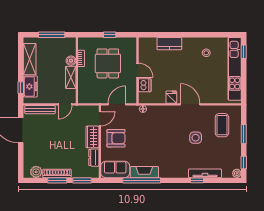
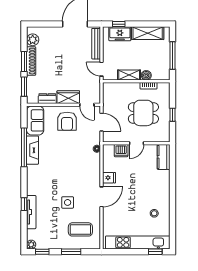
kitchen counter: (169, 44) -> (164, 157), moved

